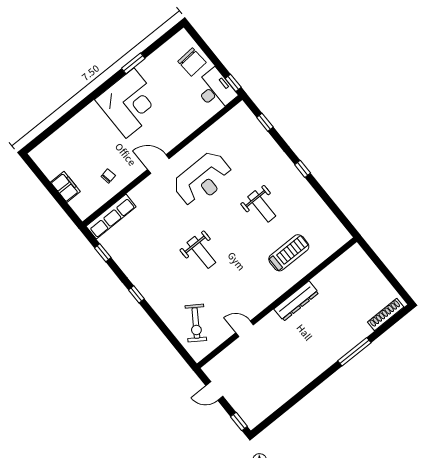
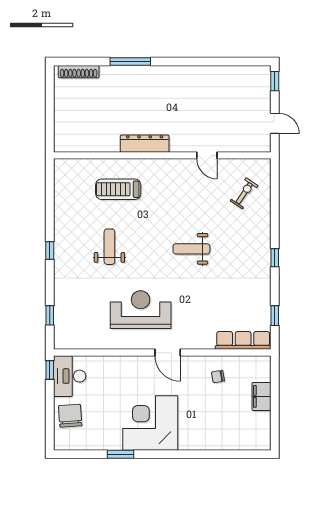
weight bench: (201, 252) -> (191, 249), turned -90
exercise bike: (196, 323) -> (244, 193), width x0.73, depth x0.72

